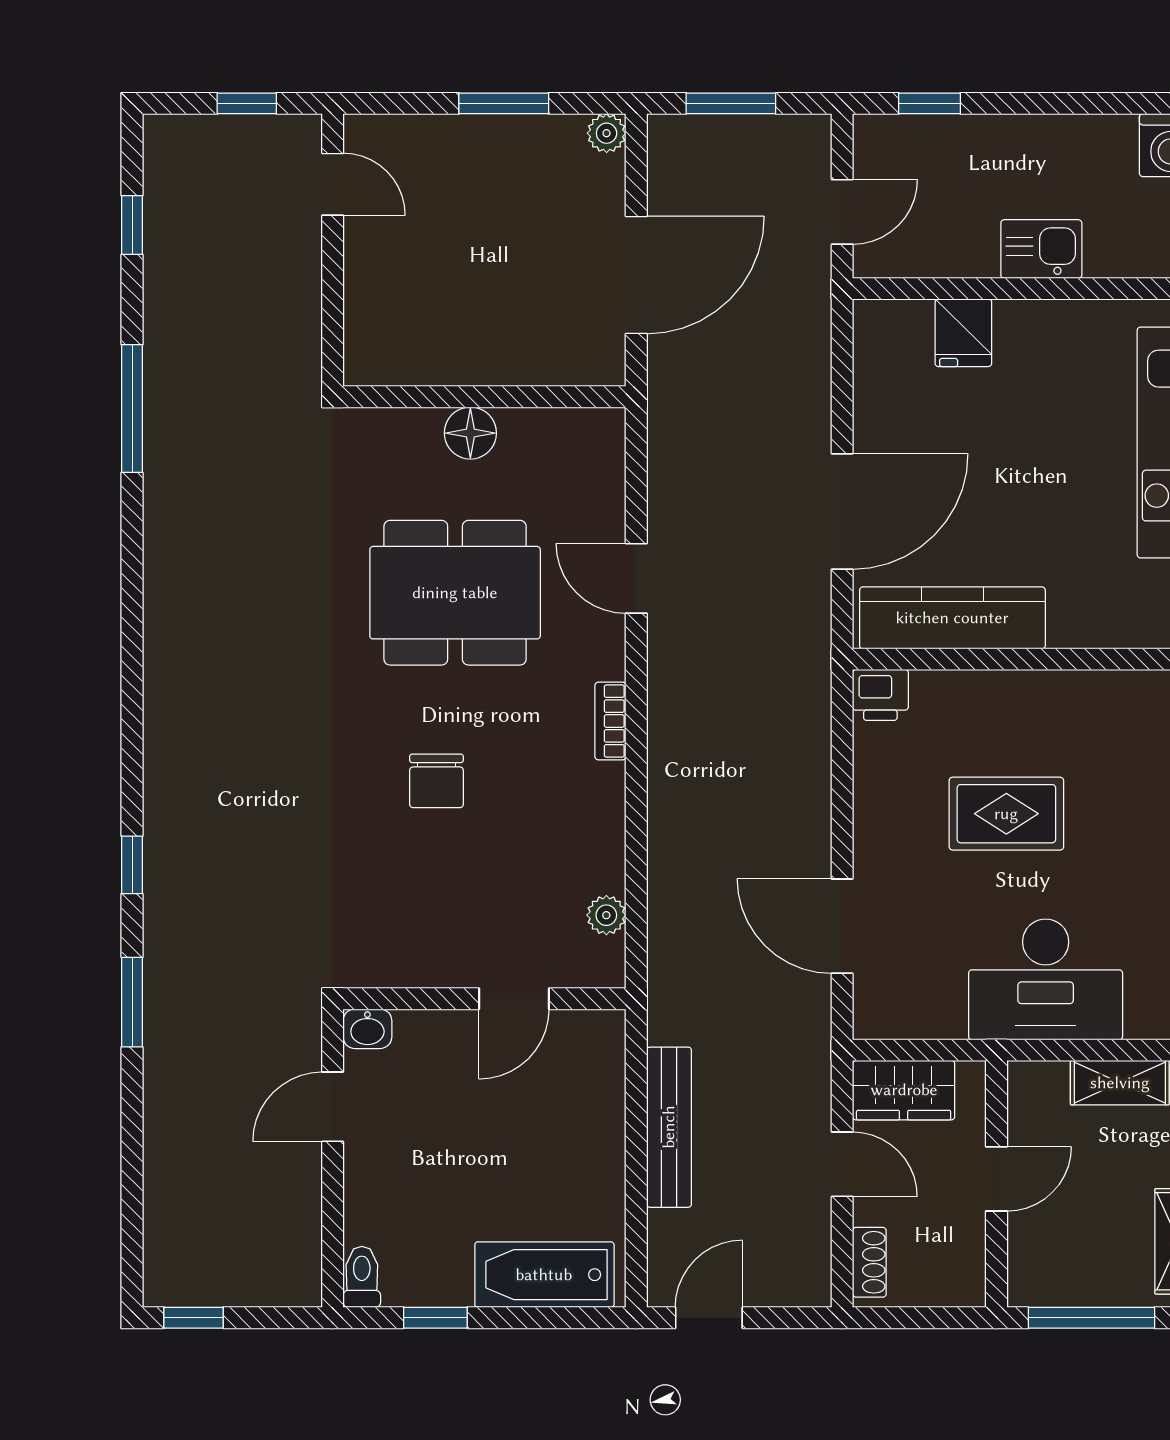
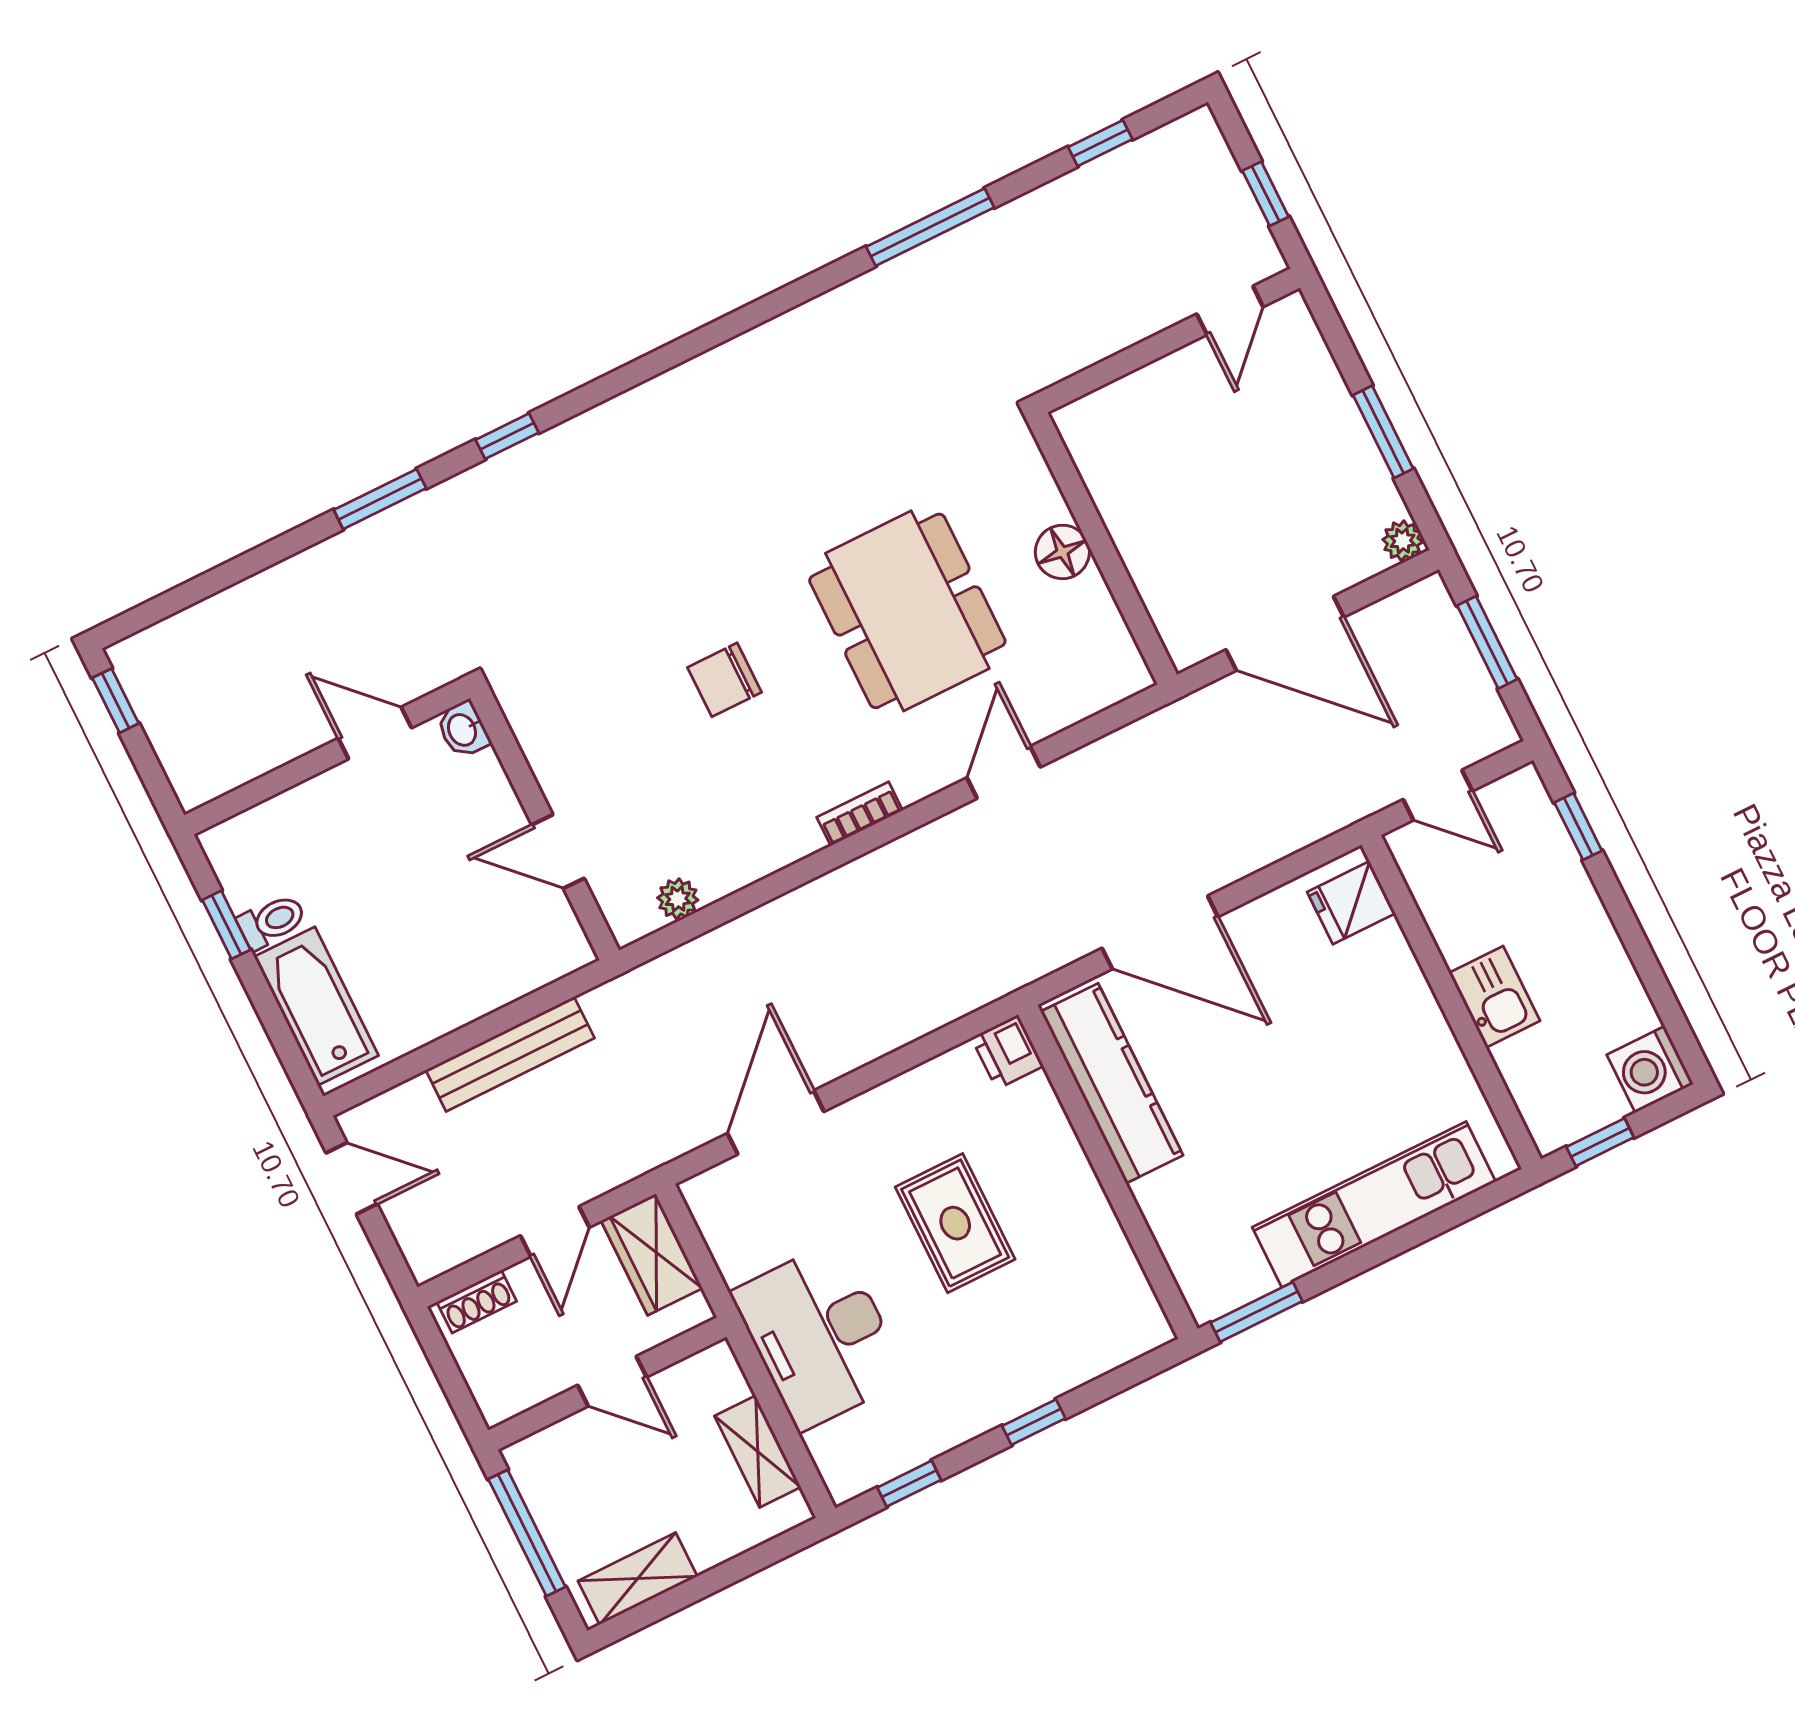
fridge: (963, 333) -> (1351, 903), moved
toilet: (362, 1277) -> (272, 921), moved

